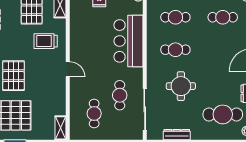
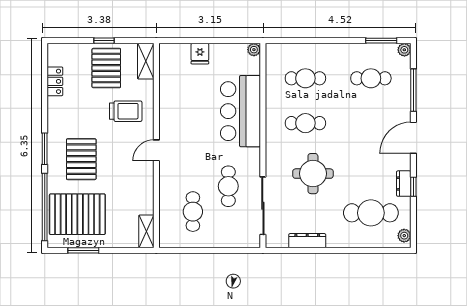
trolley: (46, 41) -> (126, 111), turned 180
door: (68, 69) -> (156, 150), swing flipped

